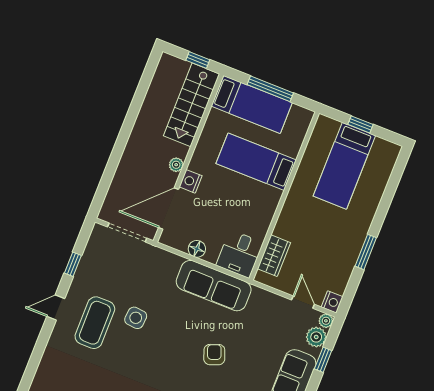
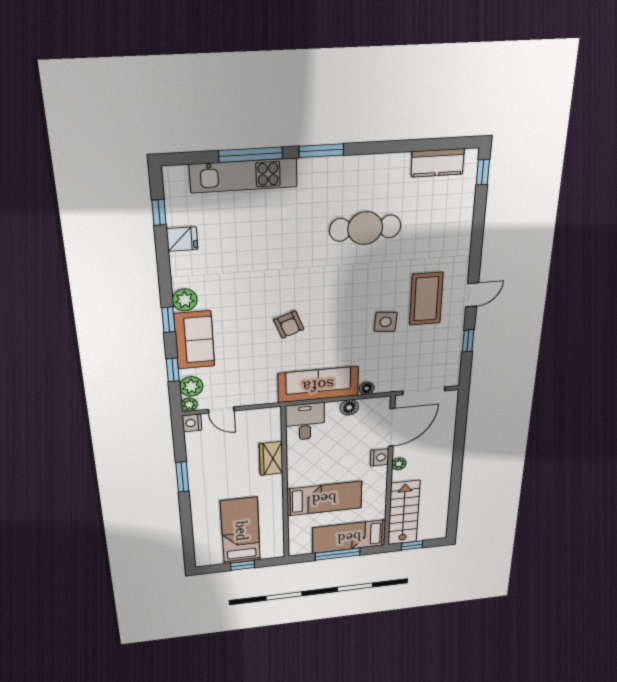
wardrobe: (274, 256) -> (271, 458), moved
floor lamp: (175, 261) -> (367, 388), added

